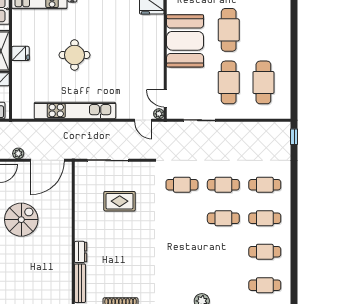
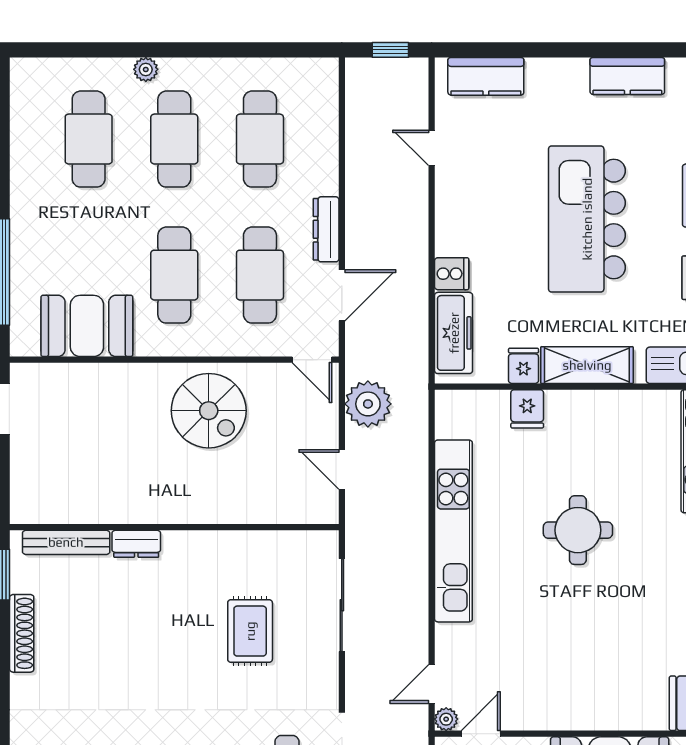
fridge: (20, 53) -> (527, 409), moved
plant: (18, 153) -> (368, 404), width x1.88, depth x1.88
door: (47, 160) -> (342, 470), width x0.53

